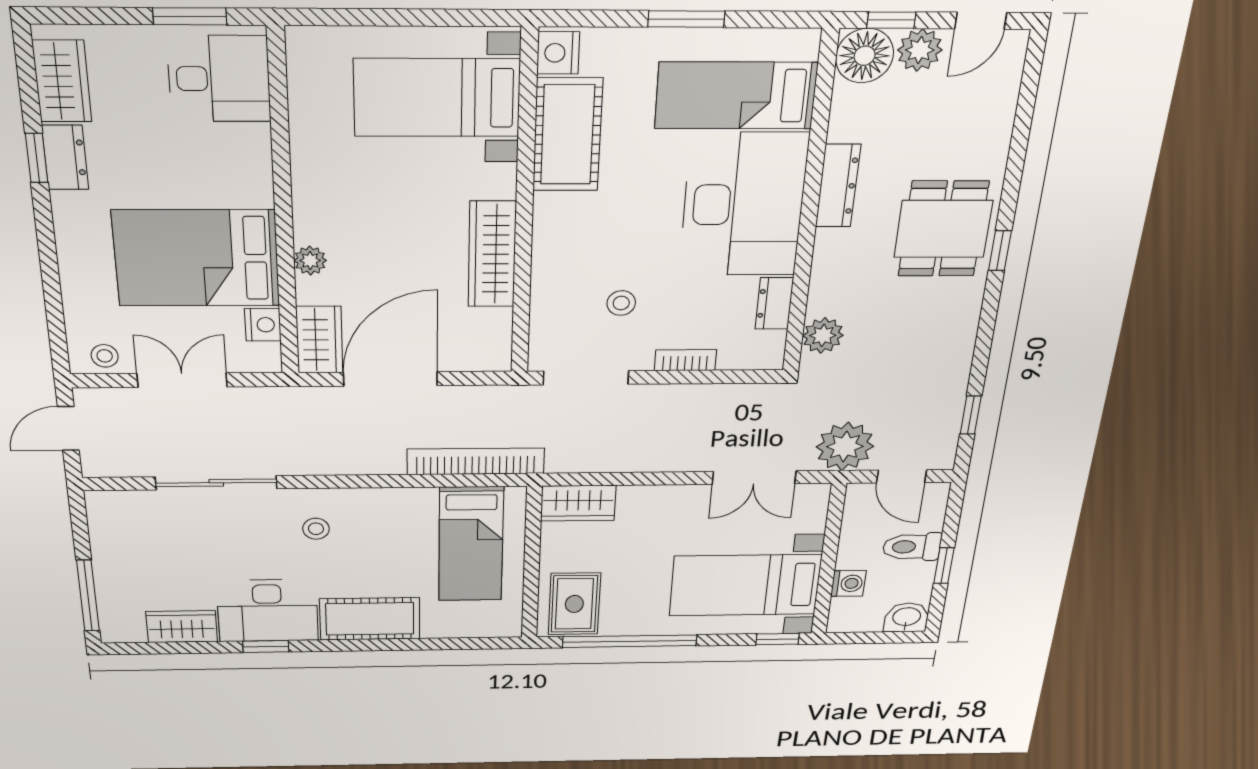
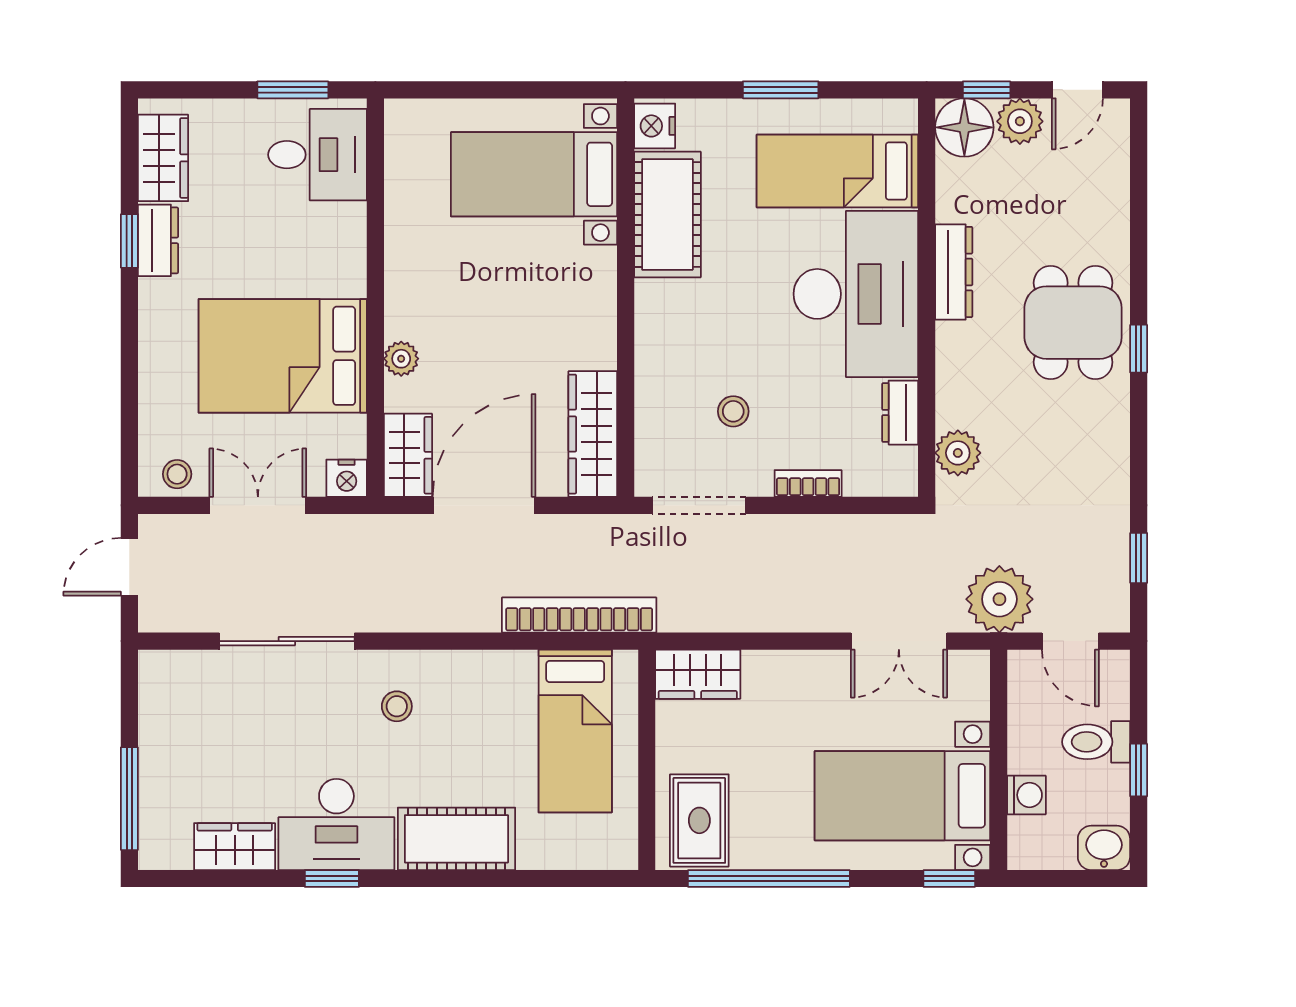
wardrobe: (492, 254) -> (593, 434), moved
nightstand: (263, 325) -> (347, 478), moved, turned 90

